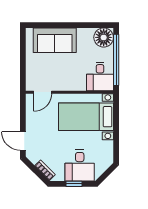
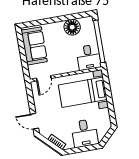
floor lamp: (104, 37) -> (72, 27), moved
sofa: (55, 40) -> (34, 46), moved, turned -90
window: (74, 184) -> (83, 149), removed

